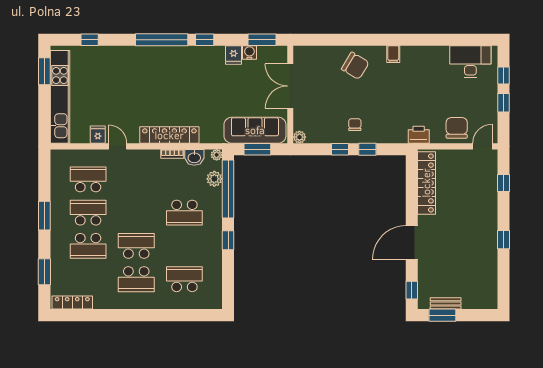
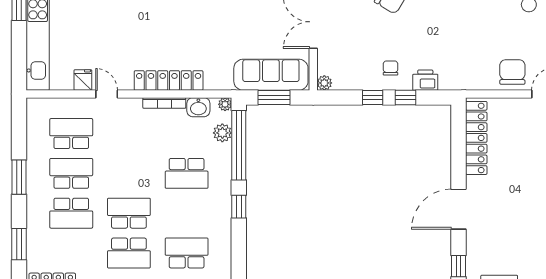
printer: (419, 135) -> (425, 80), moved
bookcase: (172, 154) -> (164, 103), width x1.56

